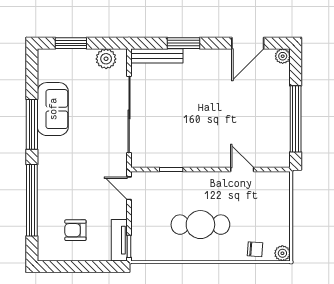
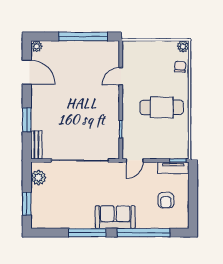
bench: (157, 56) -> (36, 145), width x0.73
sofa: (53, 109) -> (115, 217), moved
cafe table: (200, 225) -> (162, 107), turned 90

